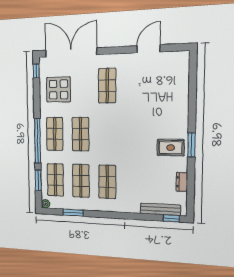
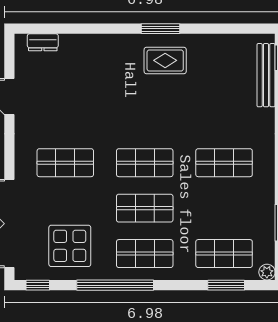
window: (37, 141) -> (115, 285), moved
rug: (171, 148) -> (165, 60), turned 90
shop shelf: (81, 181) -> (145, 163), moved
dresser: (182, 182) -> (43, 42), moved

